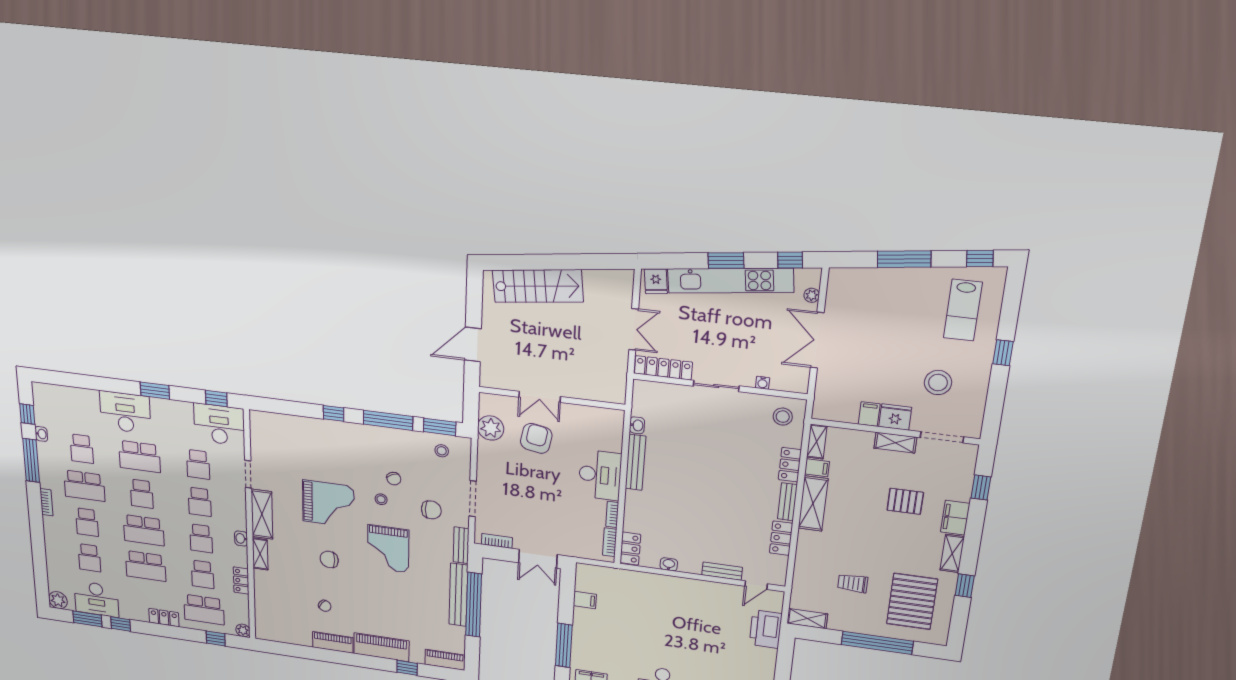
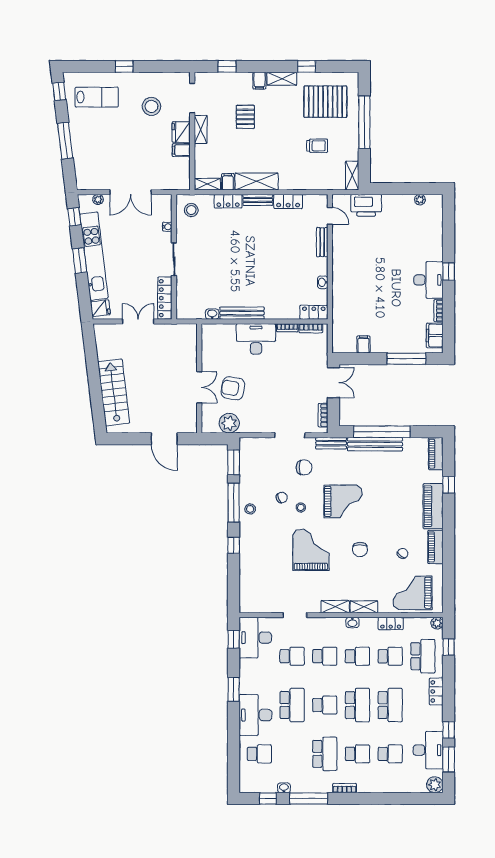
school desk: (82, 449) -> (259, 754), moved
stool: (442, 451) -> (250, 509), moved
chair: (431, 510) -> (304, 467), turned 90
shelving: (262, 514) -> (335, 607), width x0.67, depth x0.75
filing cabinet: (955, 518) -> (259, 81), width x0.50
trolley: (853, 583) -> (317, 146), turned -90
grand piano: (278, 609) -> (412, 593), added

